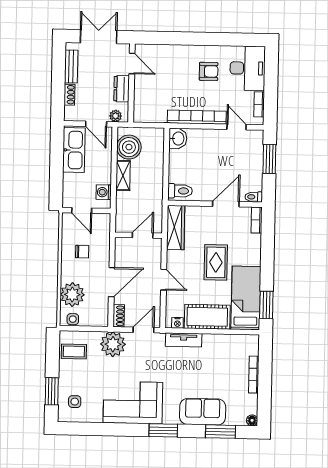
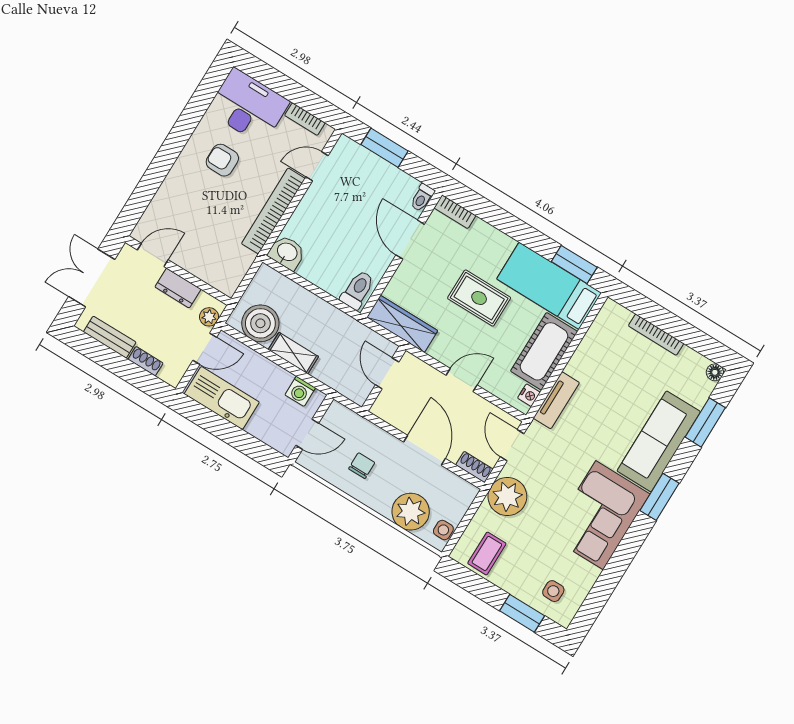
armchair: (209, 71) -> (222, 160), turned -90
sofa: (203, 412) -> (659, 441), width x1.36

